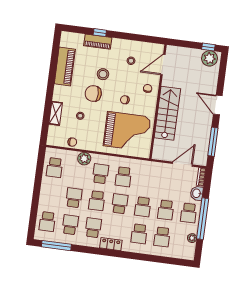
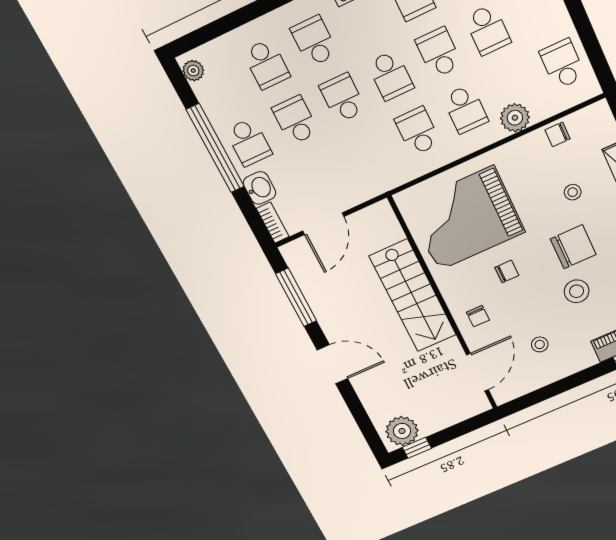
school desk: (189, 213) -> (249, 142), turned 180
school desk: (162, 237) -> (266, 64), turned 180
plant: (192, 238) -> (193, 71), moved

